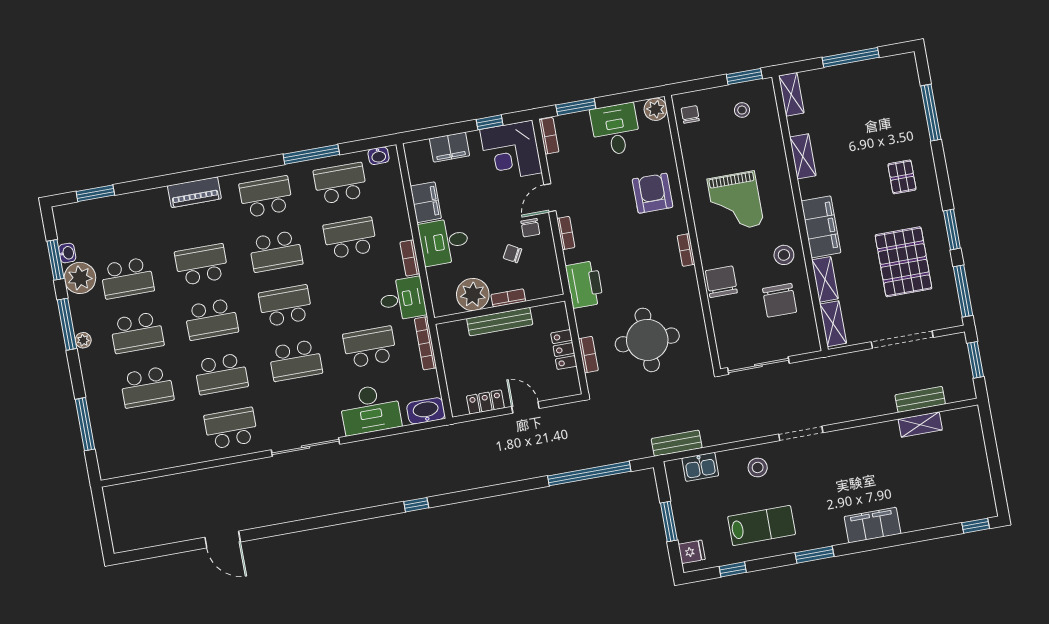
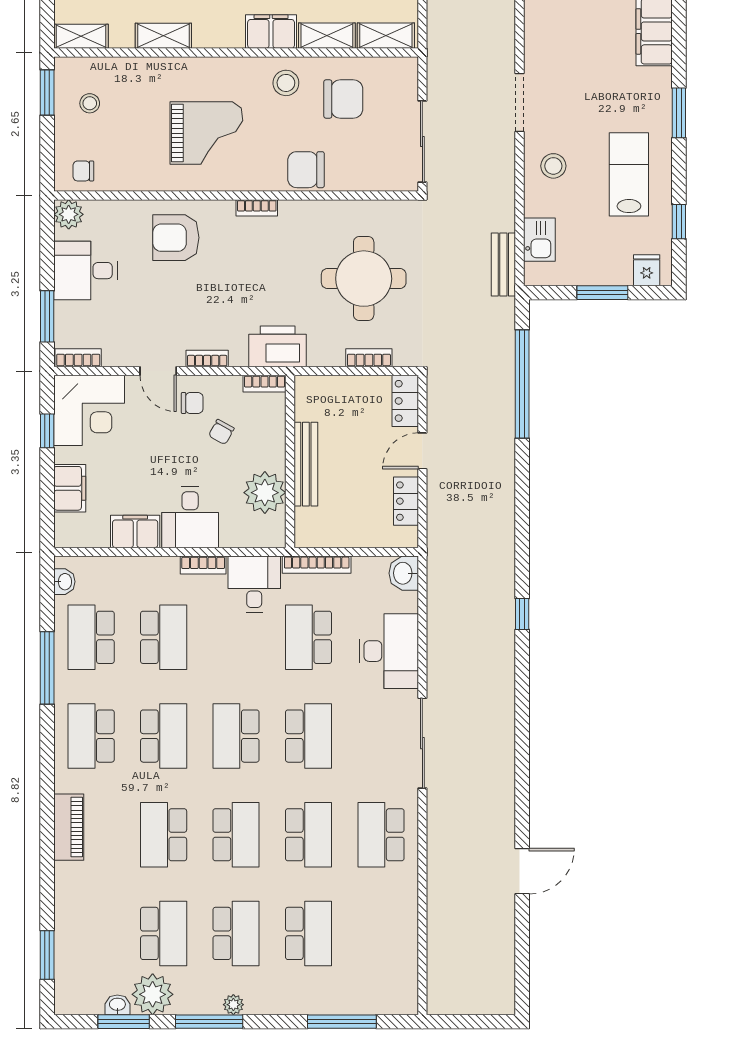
filing cabinet: (821, 227) -> (271, 32), width x0.67, depth x0.86
school desk: (350, 238) -> (164, 637), turned 180
bookcase: (508, 298) -> (265, 384), moved, turned -90
locker: (564, 350) -> (405, 401), moved, turned 90
washbasin: (426, 411) -> (404, 573), width x0.72

